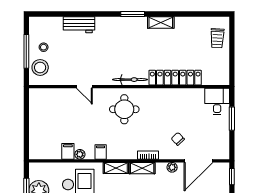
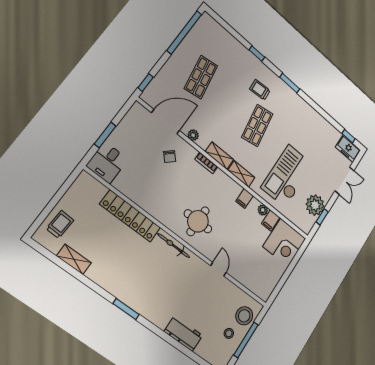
shelving: (161, 22) -> (74, 259), moved
corner desk: (45, 143) -> (284, 243), added

